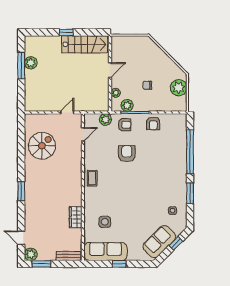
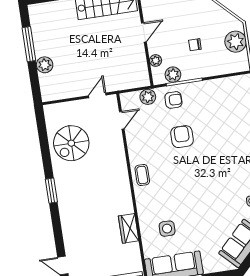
plant: (31, 63) -> (45, 65), moved
armchair: (153, 123) -> (210, 93), removed
spiral stairs: (42, 146) -> (71, 143), turned 180
window: (21, 191) -> (51, 191), moved

